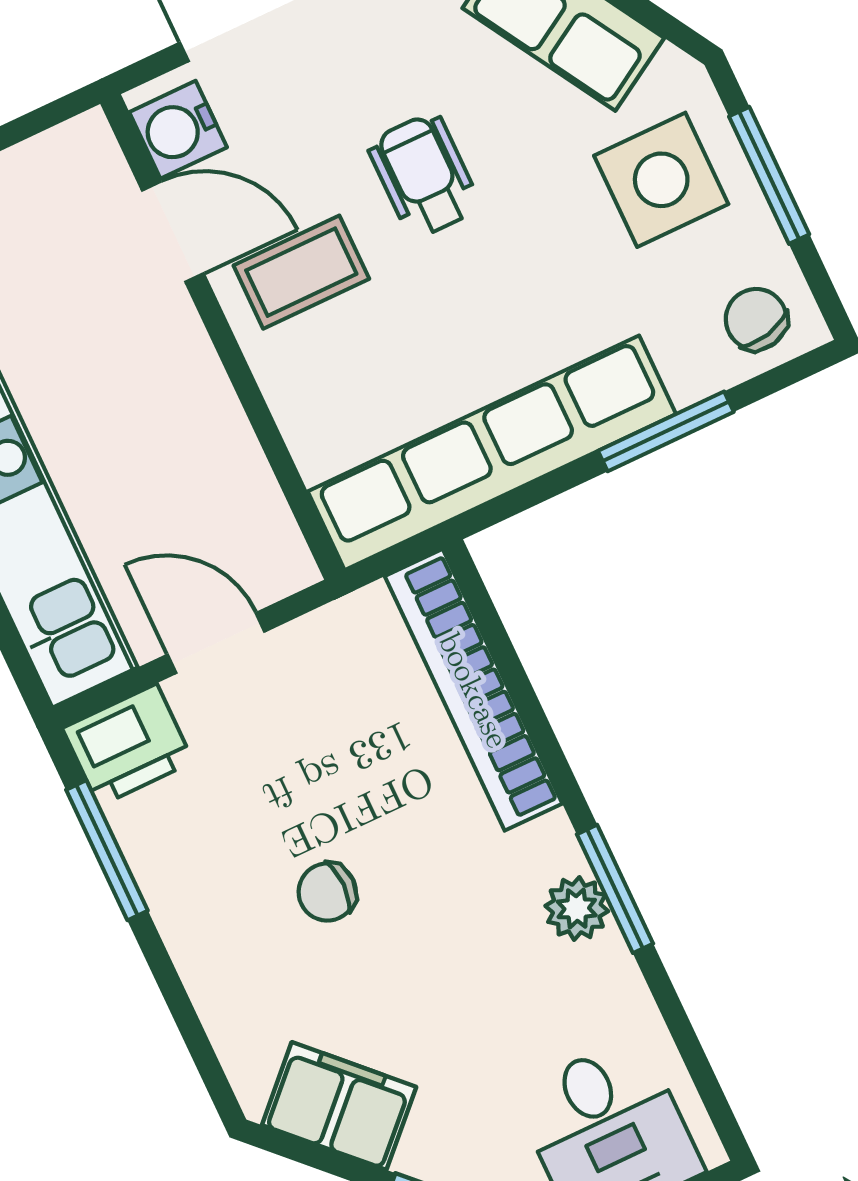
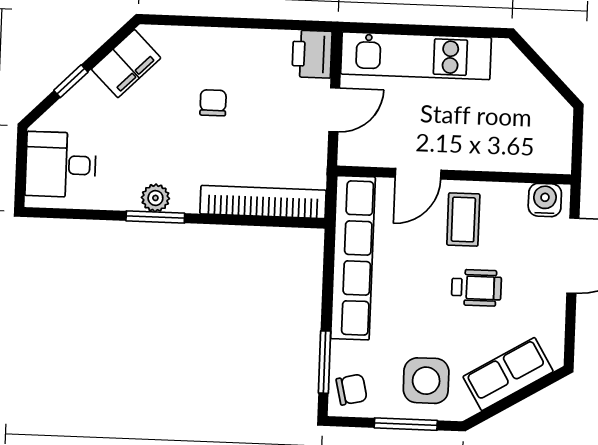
door: (173, 232) -> (418, 174), moved
window: (666, 431) -> (325, 362), moved
window: (107, 850) -> (275, 24), removed

